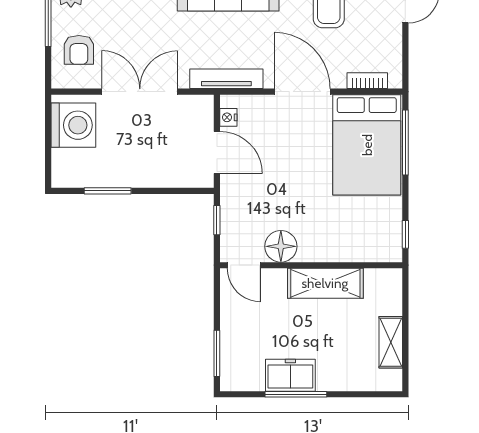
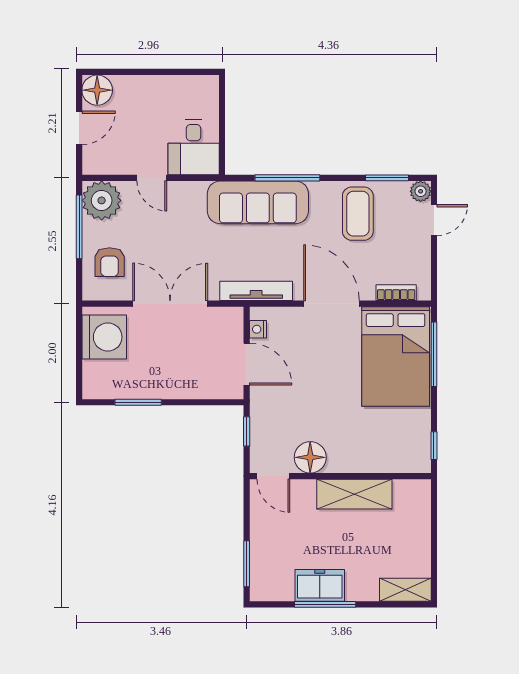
shelving: (391, 342) -> (405, 590), moved, turned 90

